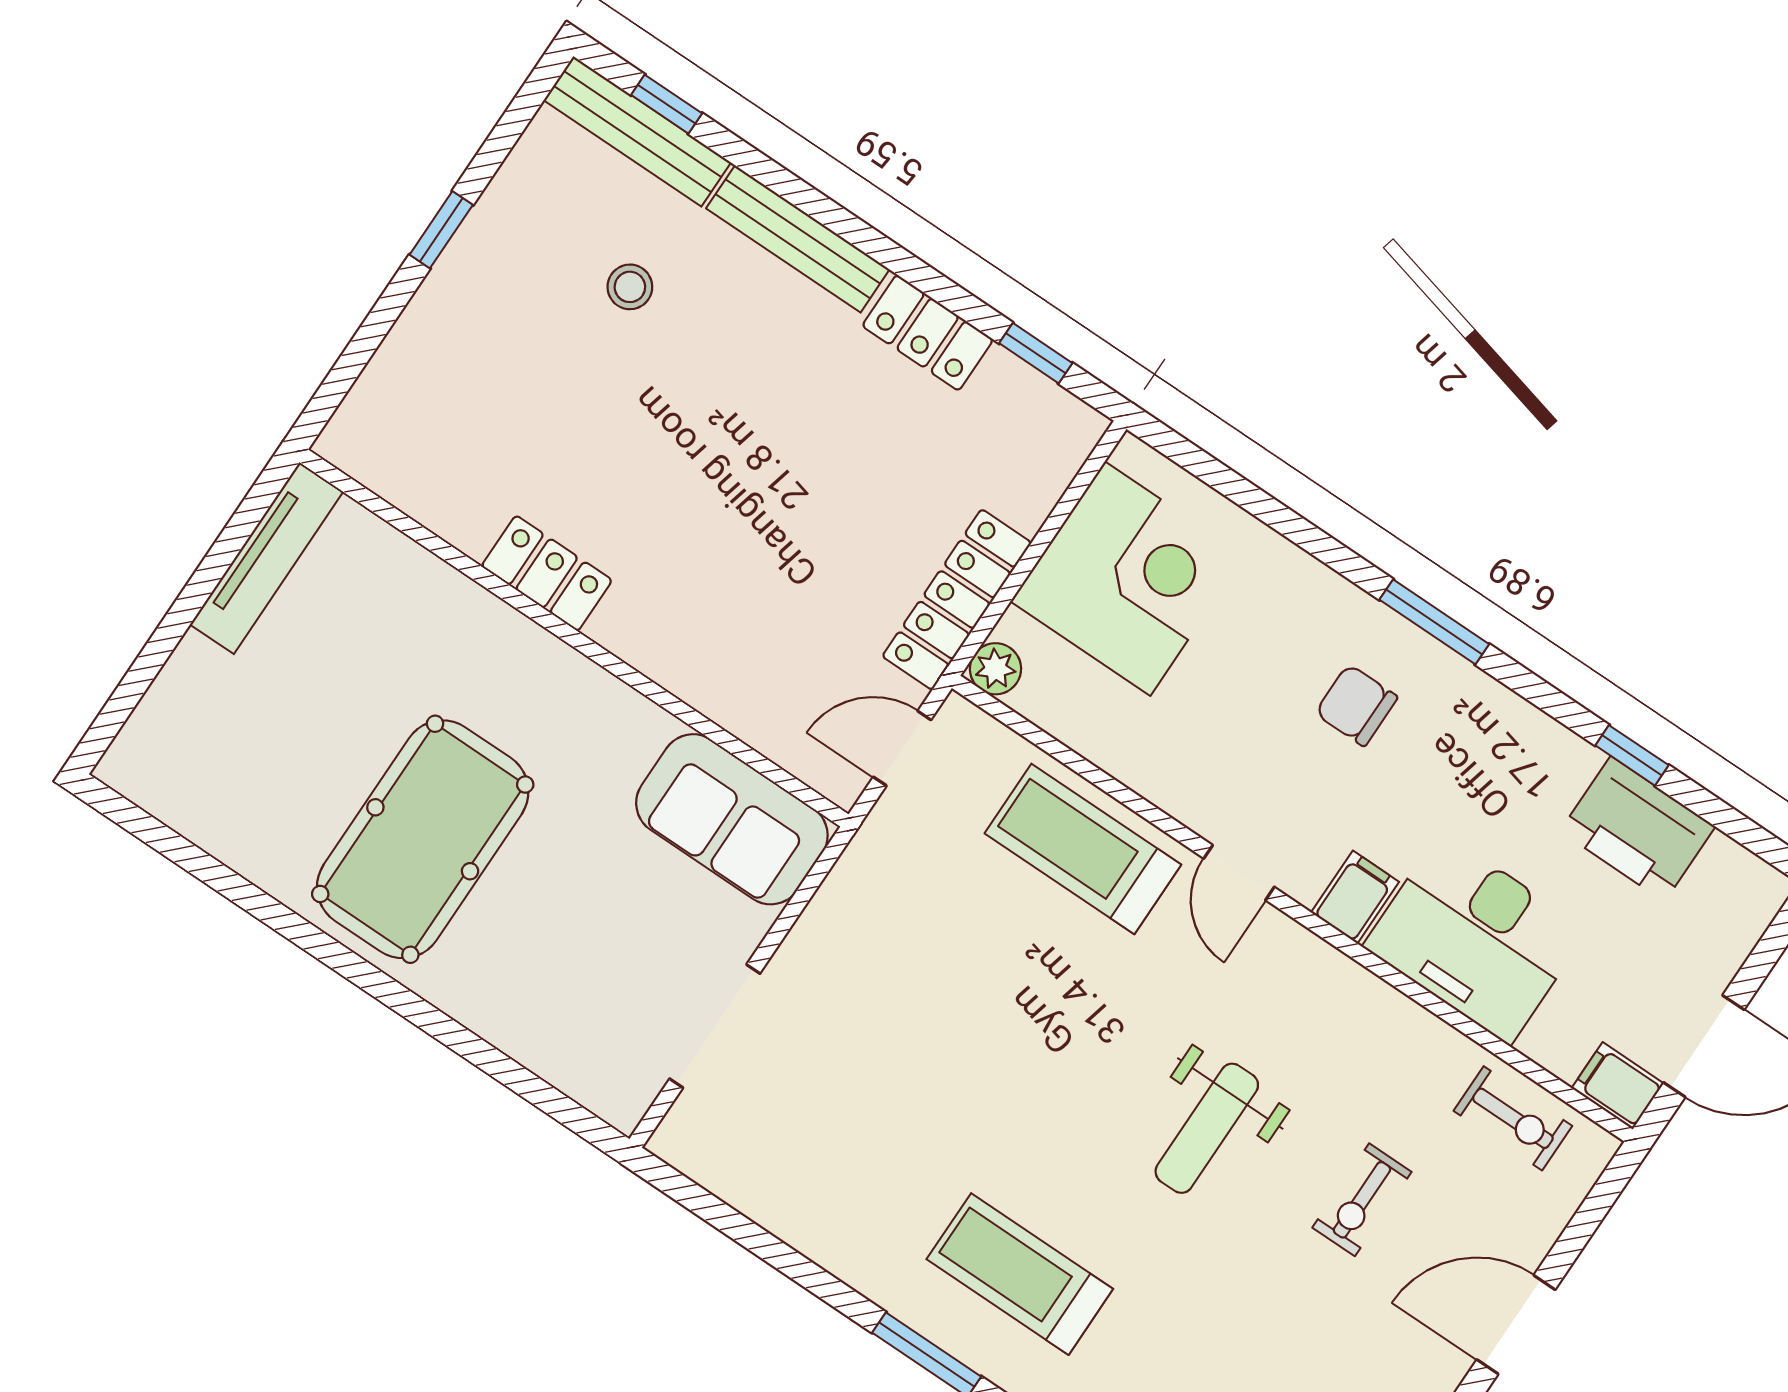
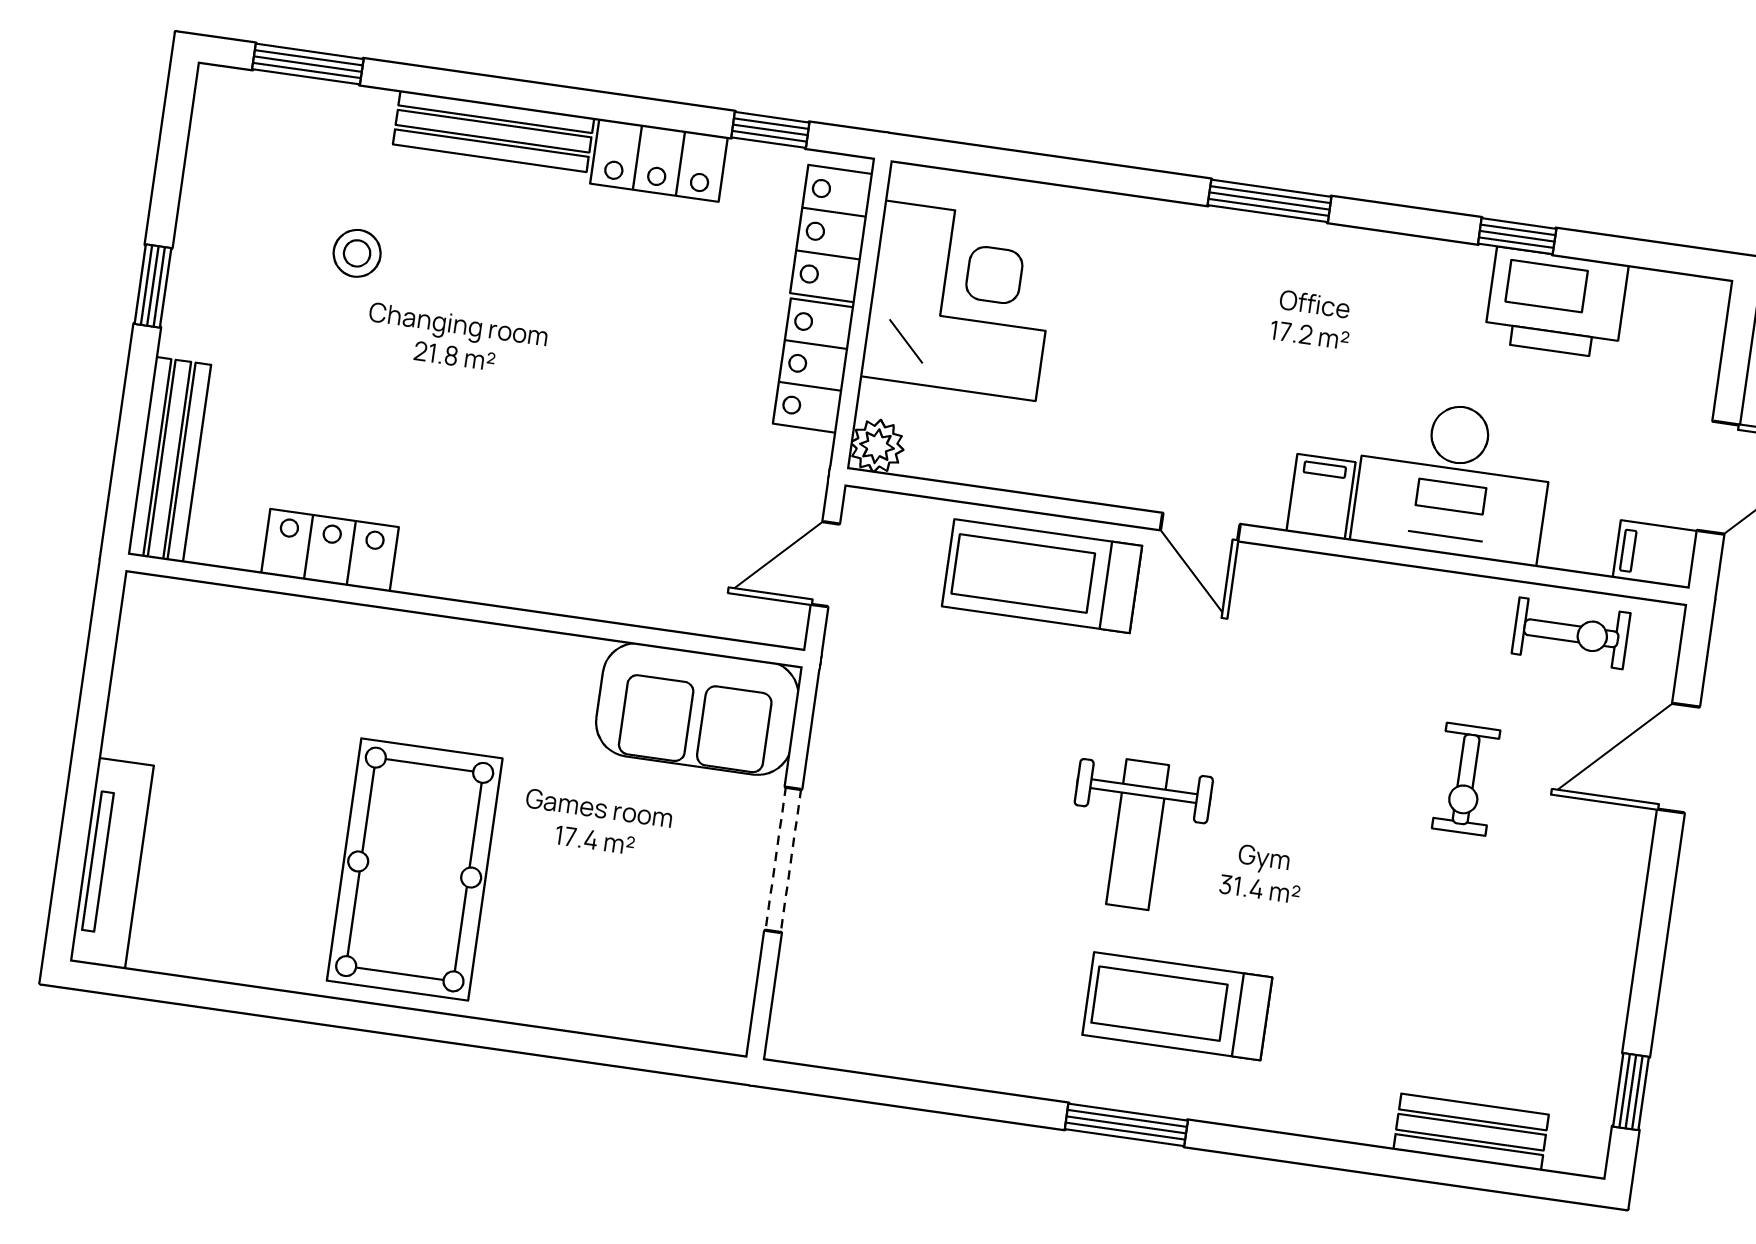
window: (667, 104) -> (308, 64), width x1.50
bench: (637, 131) -> (169, 460), moved, turned 90
locker: (1045, 467) -> (832, 234), added
tv unit: (267, 558) -> (112, 864), moved
locker: (547, 573) -> (330, 550), moved
locker: (957, 600) -> (814, 366), width x0.66
chair: (1356, 705) -> (1234, 315), removed
doorway: (715, 1026) -> (783, 860), moved
weight bench: (1207, 1128) -> (1138, 835), moved
door: (1516, 1325) -> (1678, 758), moved

